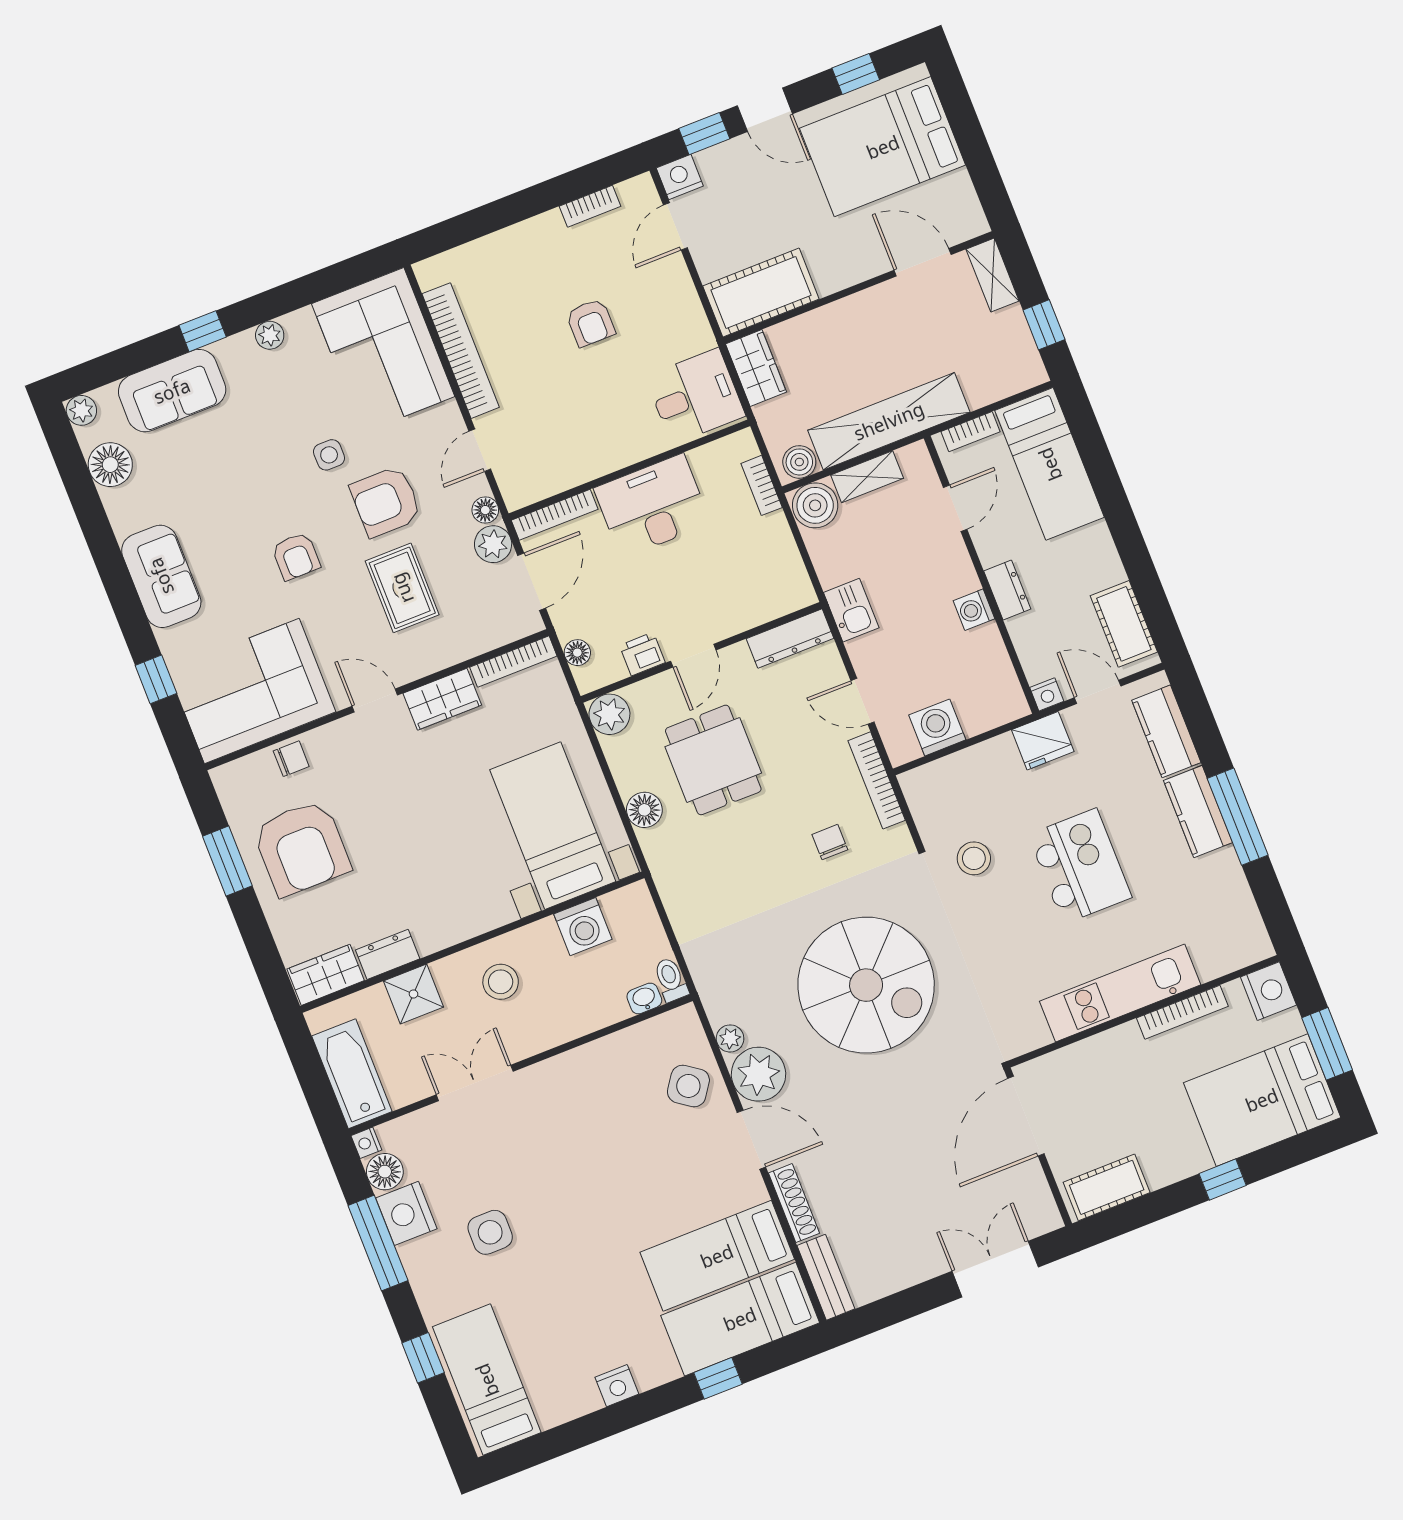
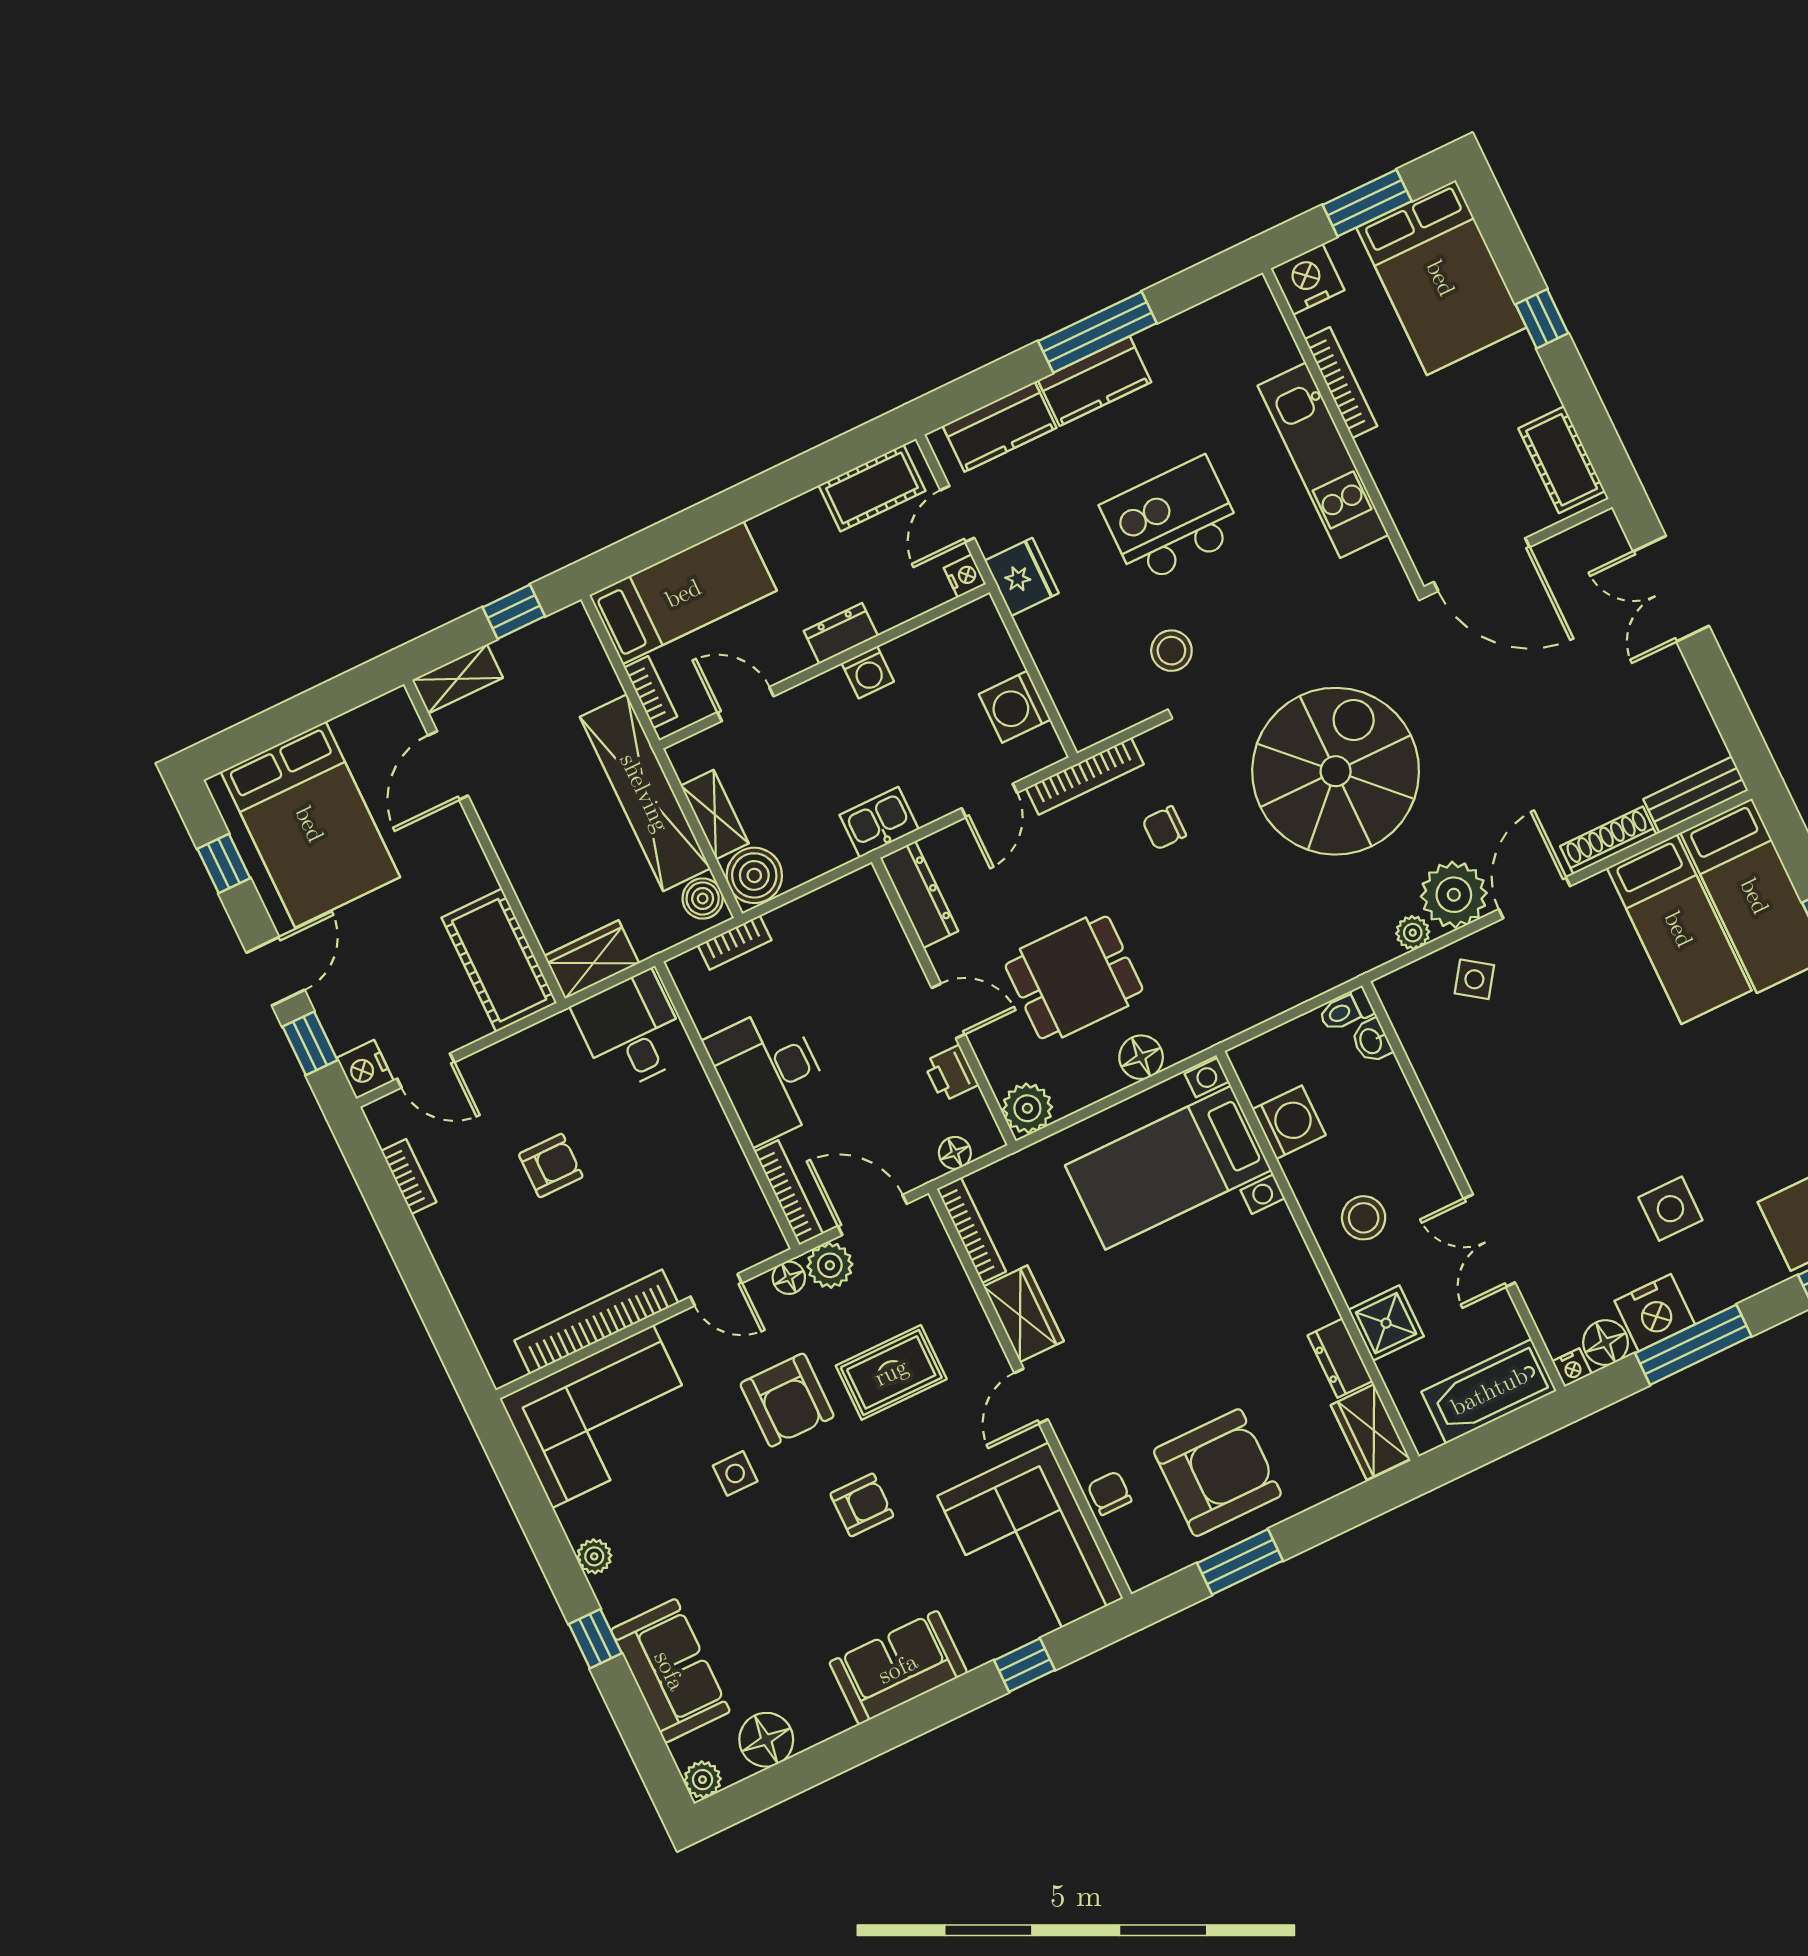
side table: (688, 1086) -> (1474, 979), width x0.73, depth x0.73

